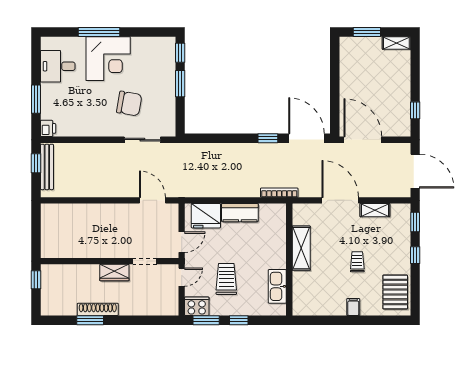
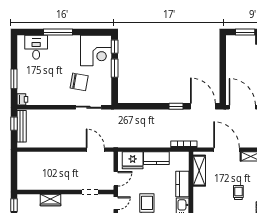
corner desk: (108, 59) -> (96, 51), moved
desk: (58, 66) -> (36, 47), moved, turned 90
shelving: (301, 248) -> (199, 171), moved
kitchen counter: (277, 250) -> (182, 184), added
wardrobe: (114, 273) -> (50, 200), moved

